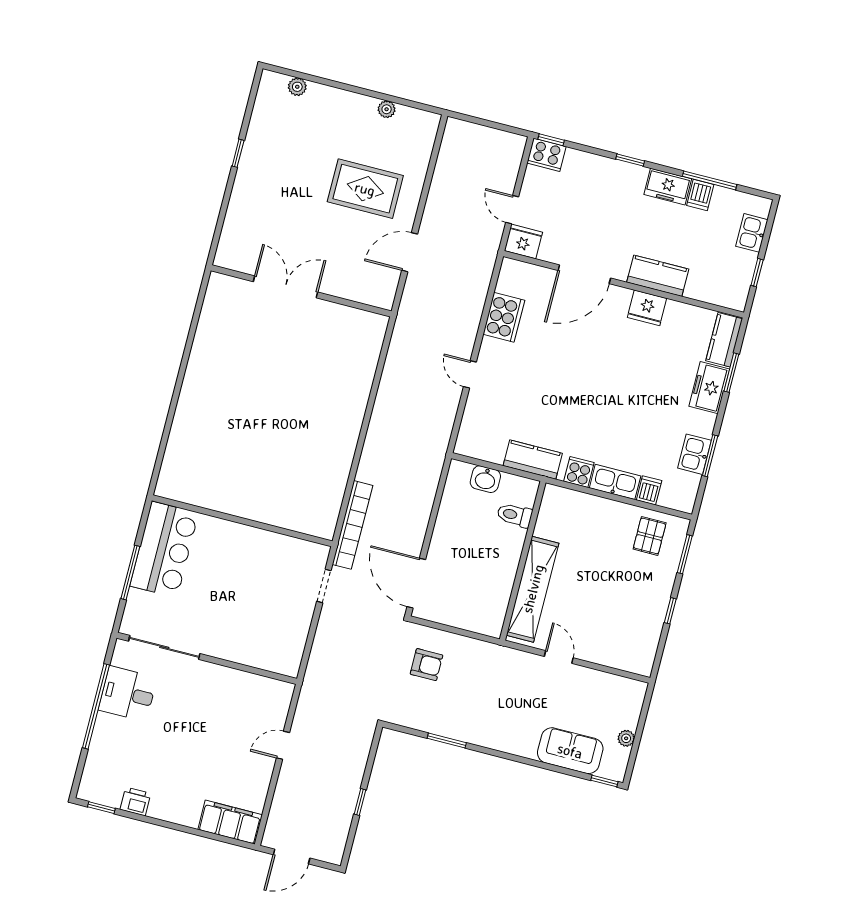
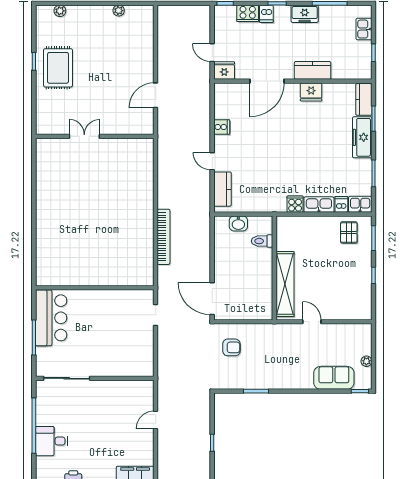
cooker: (546, 155) -> (248, 13), moved
rug: (365, 189) -> (58, 68), moved, turned 90
dishwasher: (700, 195) -> (266, 14), moved
double door: (286, 287) -> (84, 136), width x0.73
cooker: (504, 317) -> (222, 127), width x0.53, depth x0.76
freezer: (709, 388) -> (362, 137), width x1.40
kitchen sink: (694, 454) -> (360, 204), moved, turned 90
kitchen counter: (533, 460) -> (222, 189), moved, turned 90
bookcase: (352, 525) -> (164, 237), moved
desk: (128, 694) -> (51, 441), moved

